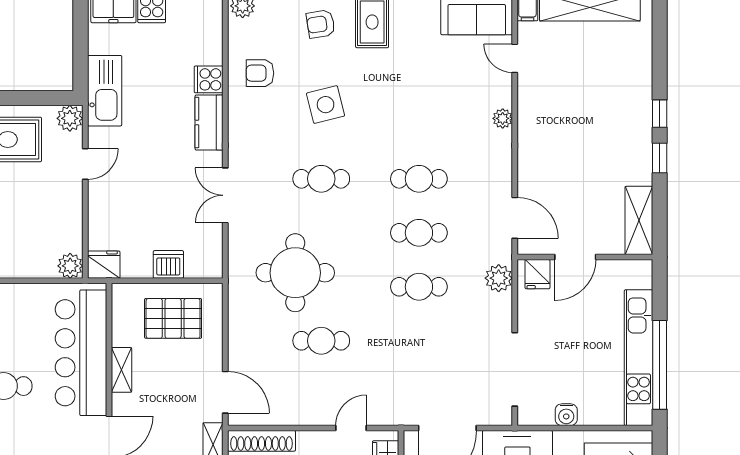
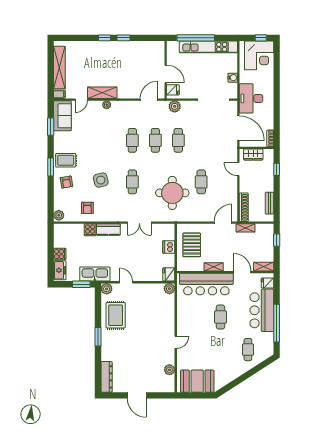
window: (81, 59) -> (81, 284), added
shelving: (639, 220) -> (102, 93), moved
window: (660, 365) -> (196, 38), moved

